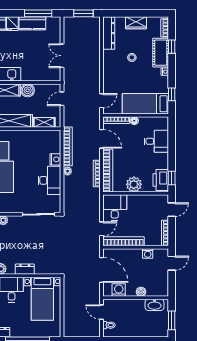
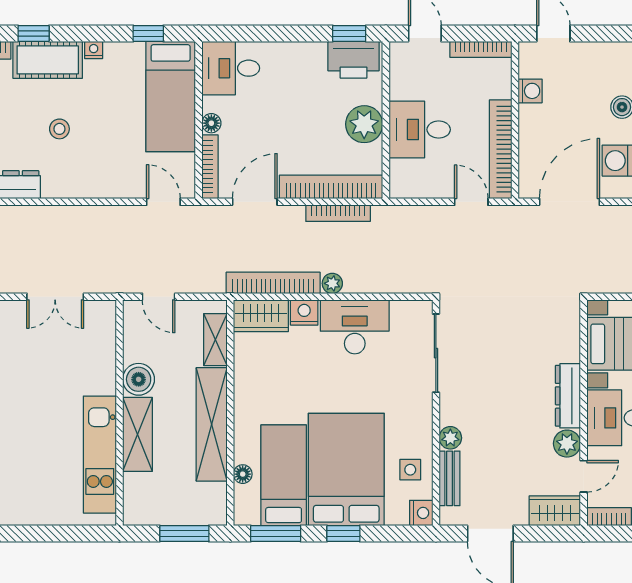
wardrobe: (54, 141) -> (261, 316), added
desk: (156, 141) -> (231, 68), moved, turned -90
desk: (115, 207) -> (420, 130), moved
dresser: (25, 269) -> (568, 396), width x1.44

